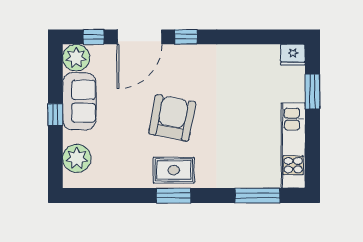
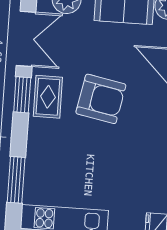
double door: (118, 196) -> (26, 39), added

